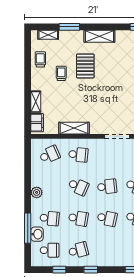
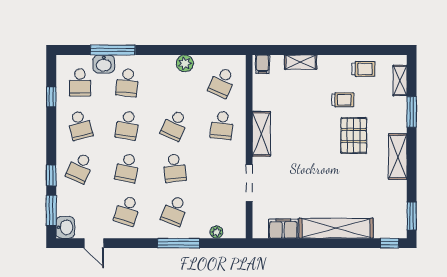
pallet: (85, 66) -> (354, 136), turned 90
filing cabinet: (37, 123) -> (263, 64), width x0.50
shelving: (74, 128) -> (261, 134), moved
school desk: (50, 155) -> (222, 83), turned 48
plant: (37, 192) -> (185, 63), moved
school desk: (107, 250) -> (80, 168), added
window: (91, 270) -> (51, 175), moved

